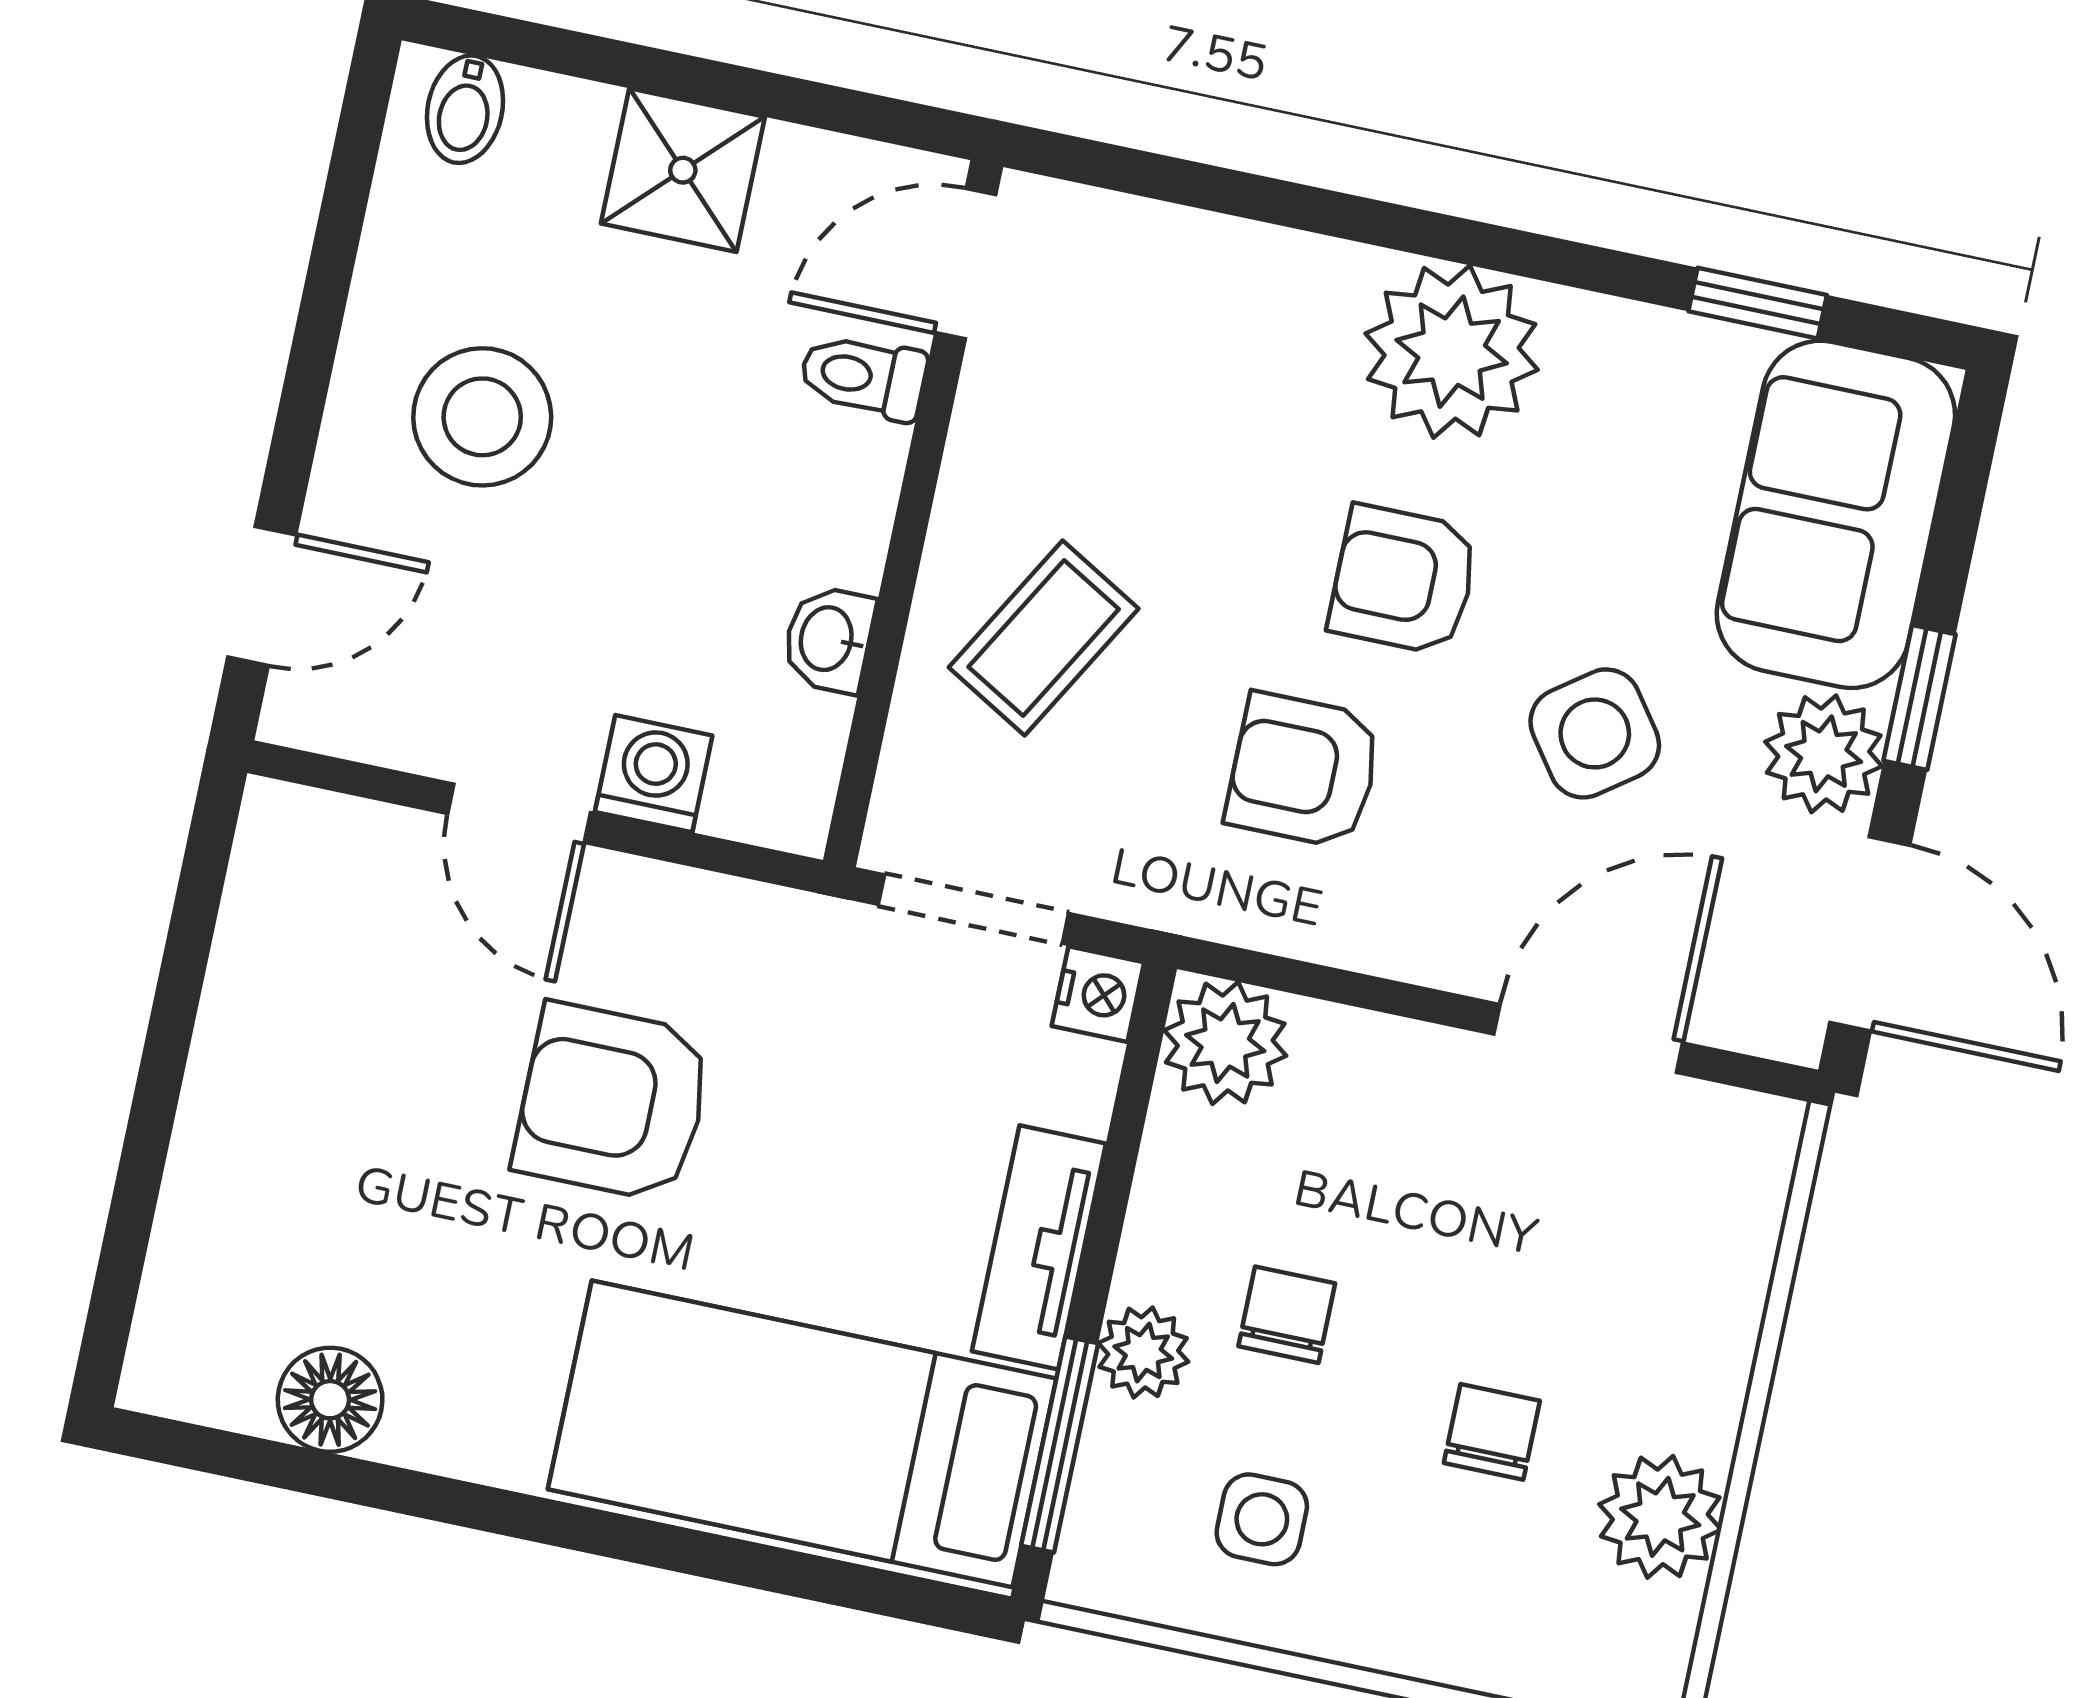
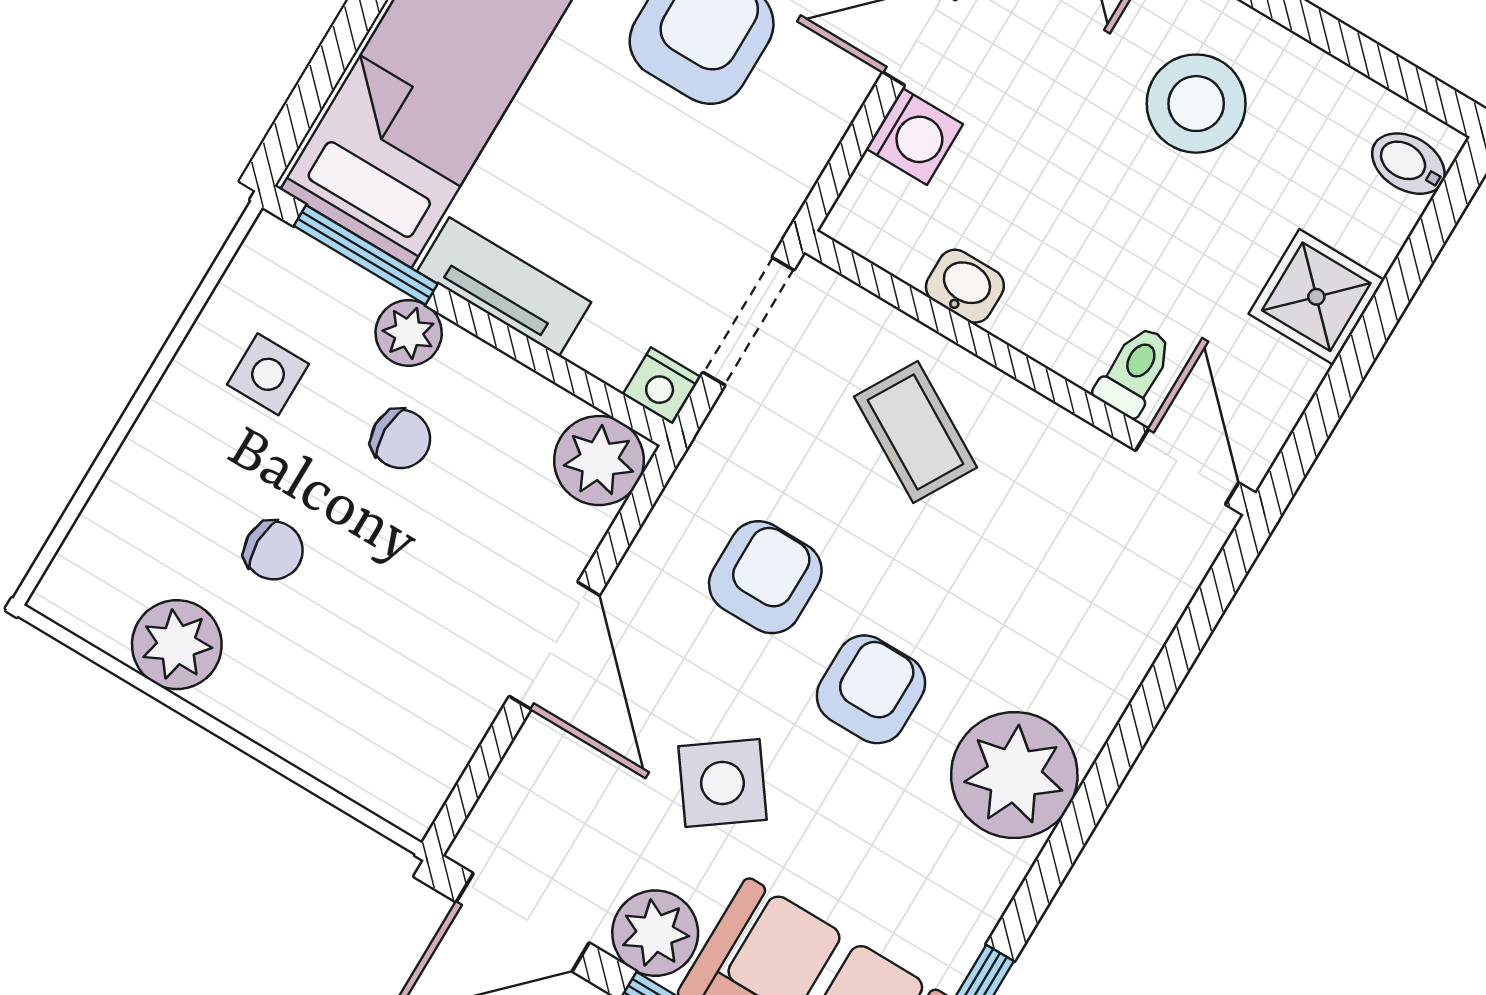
door: (1588, 1039) -> (554, 646), moved

